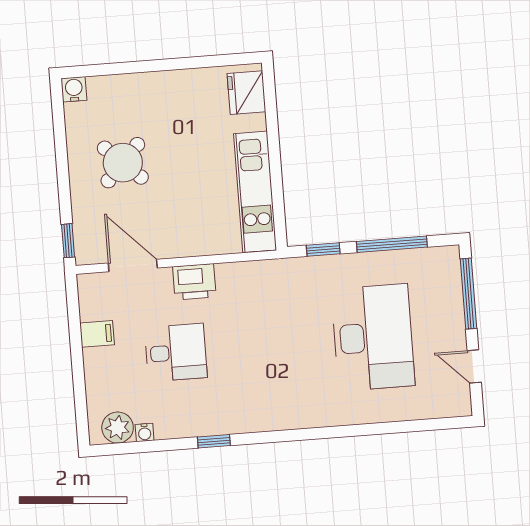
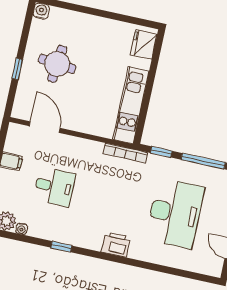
round table: (123, 163) -> (57, 64), turned -37
window: (68, 241) -> (17, 69), moved
bookcase: (269, 268) -> (125, 153), added
printer: (194, 282) -> (116, 244), moved, turned 180

